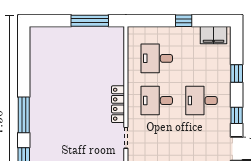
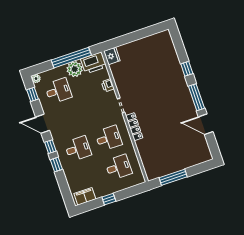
window: (237, 74) -> (56, 165), moved
door: (24, 76) -> (206, 124), added

